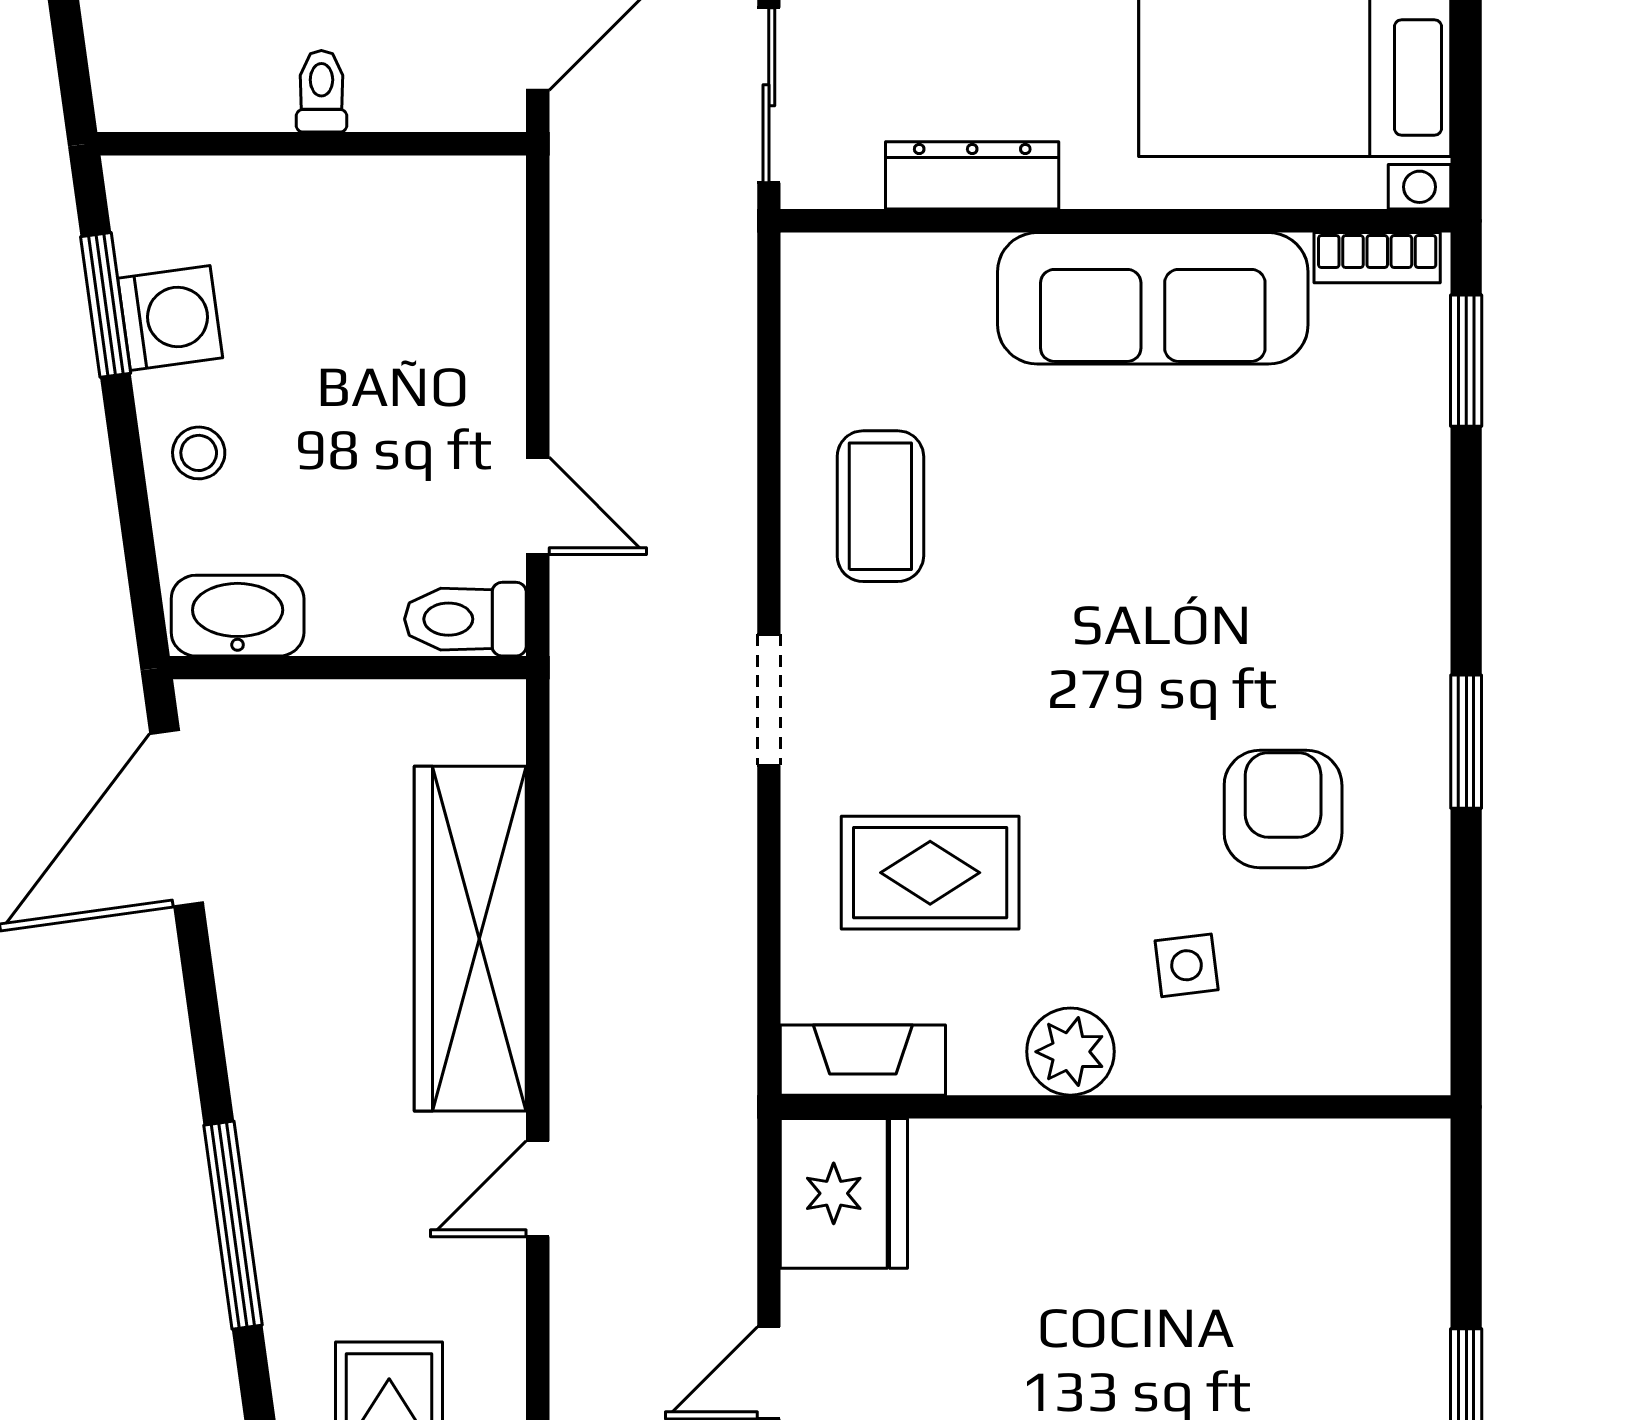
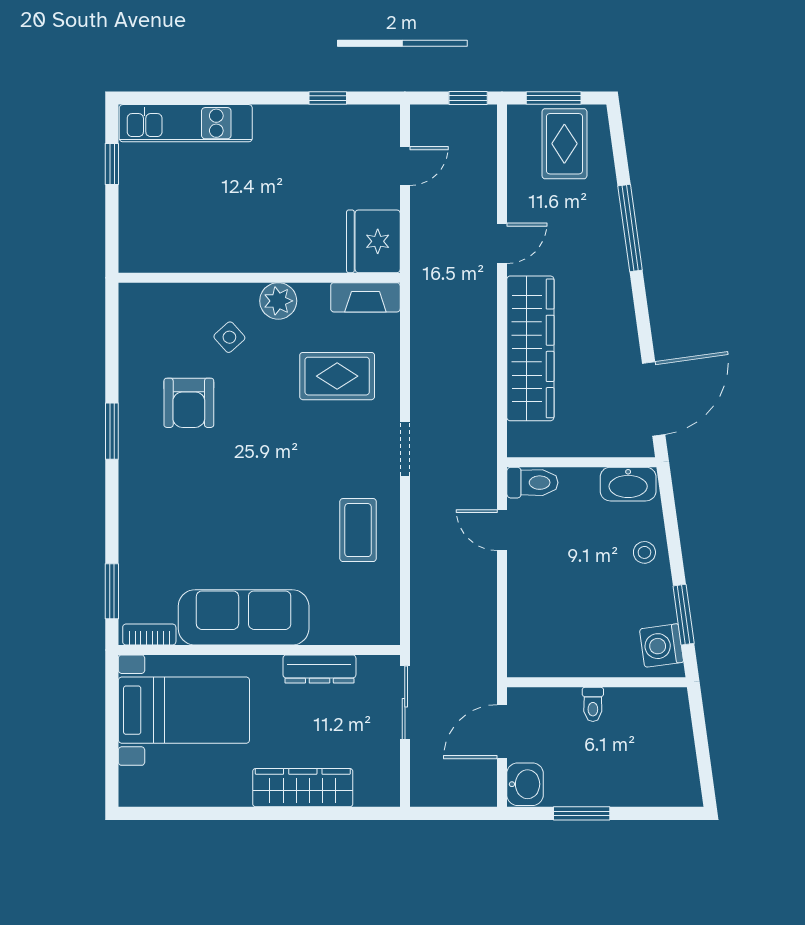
washing machine: (170, 318) -> (661, 646), moved
side table: (1187, 965) -> (229, 337), turned -35

